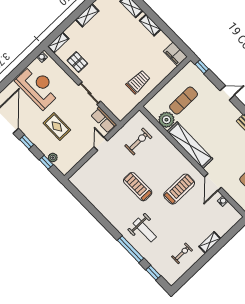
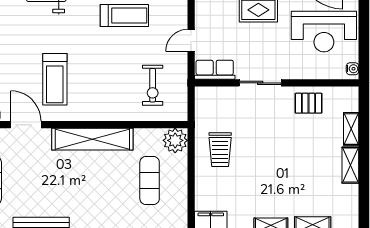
shelving: (58, 43) -> (351, 129), moved
plant: (166, 120) -> (175, 140), moved
door: (101, 144) -> (191, 40), swing flipped
treadmill: (138, 187) -> (124, 16), moved

